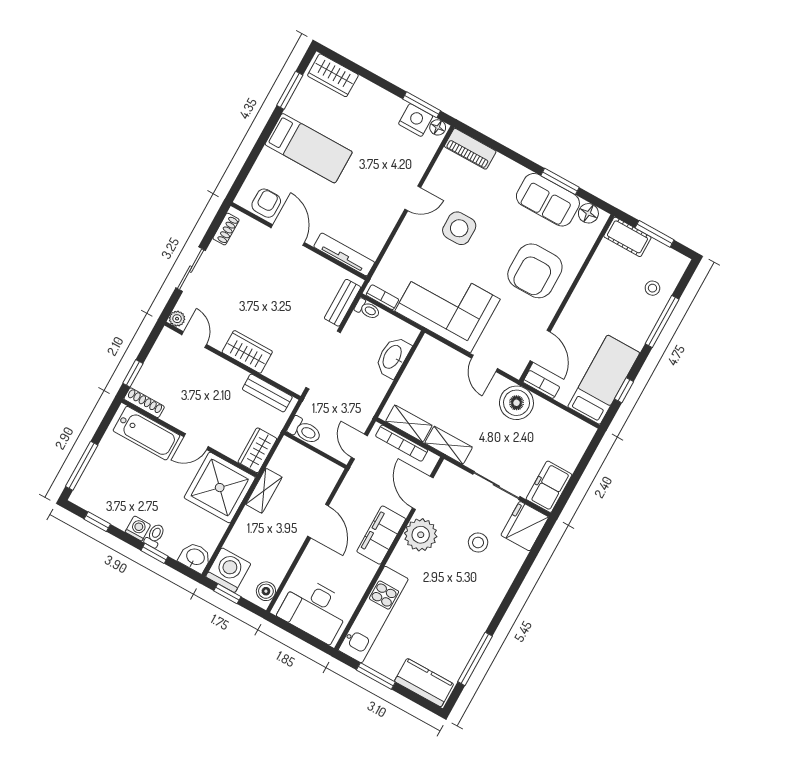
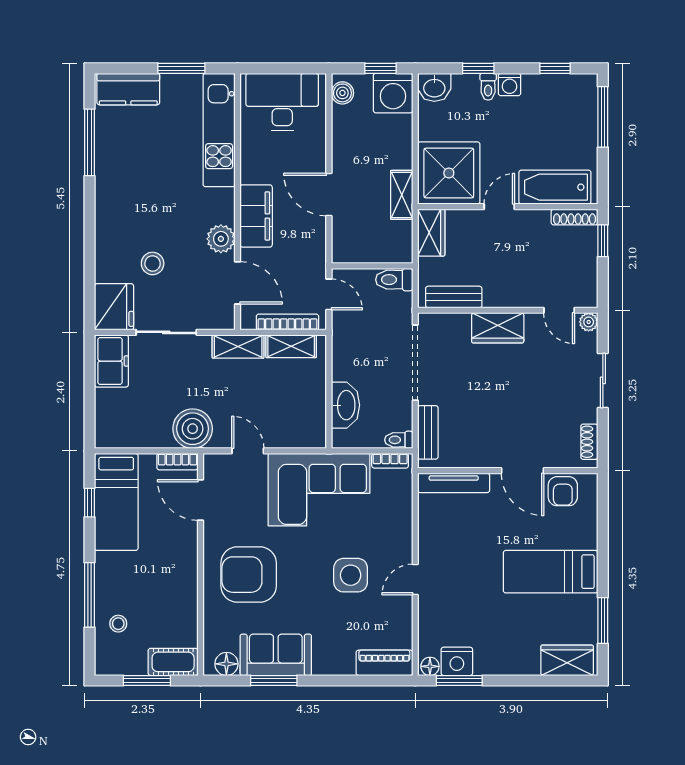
armchair: (535, 271) -> (249, 575), turned -90
plant: (421, 535) -> (221, 239), width x0.73, depth x0.73

